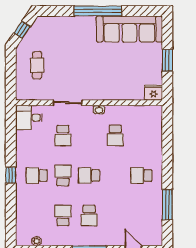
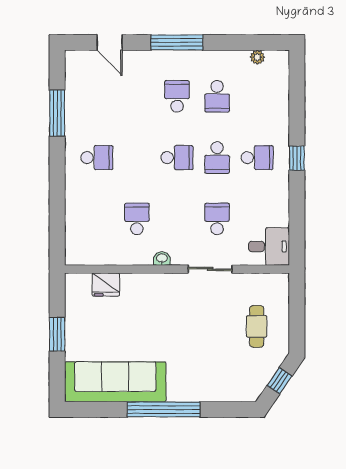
fridge: (154, 93) -> (106, 285), moved

